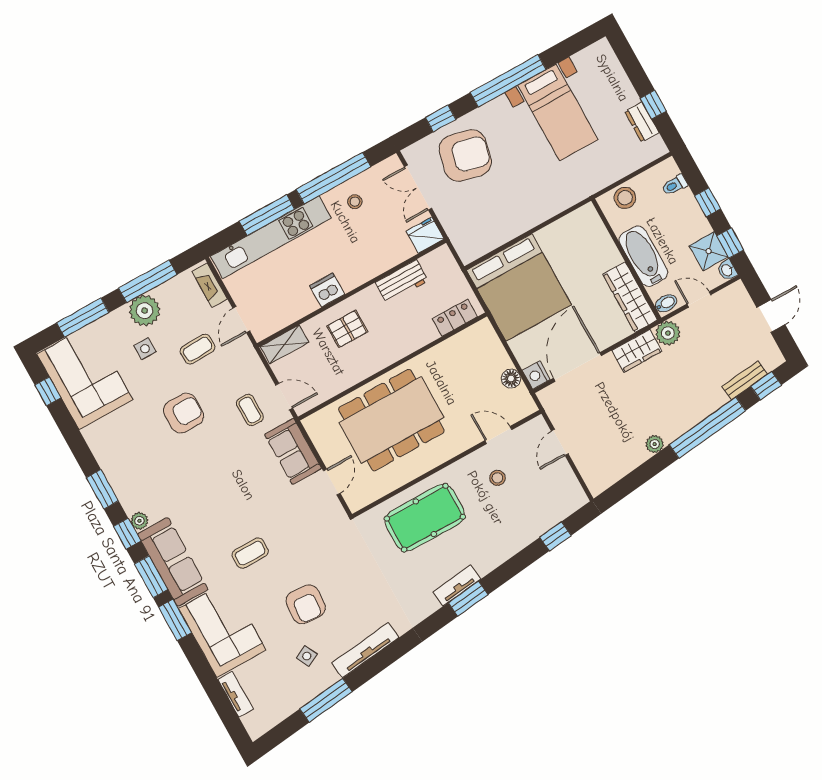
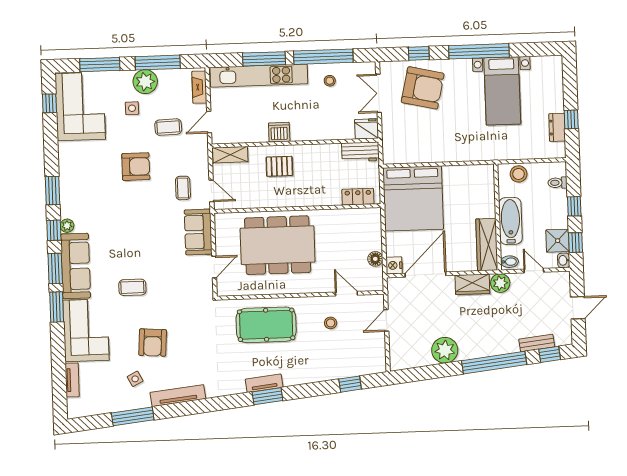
workbench: (402, 282) -> (360, 152), moved
plant: (655, 444) -> (445, 350), width x1.88, depth x1.88

